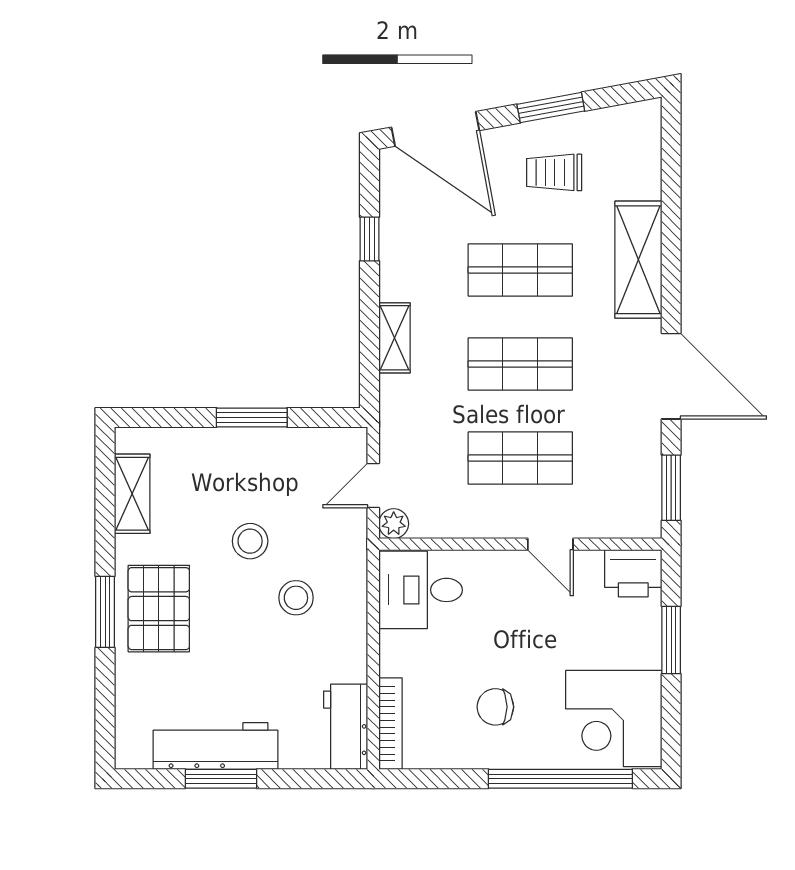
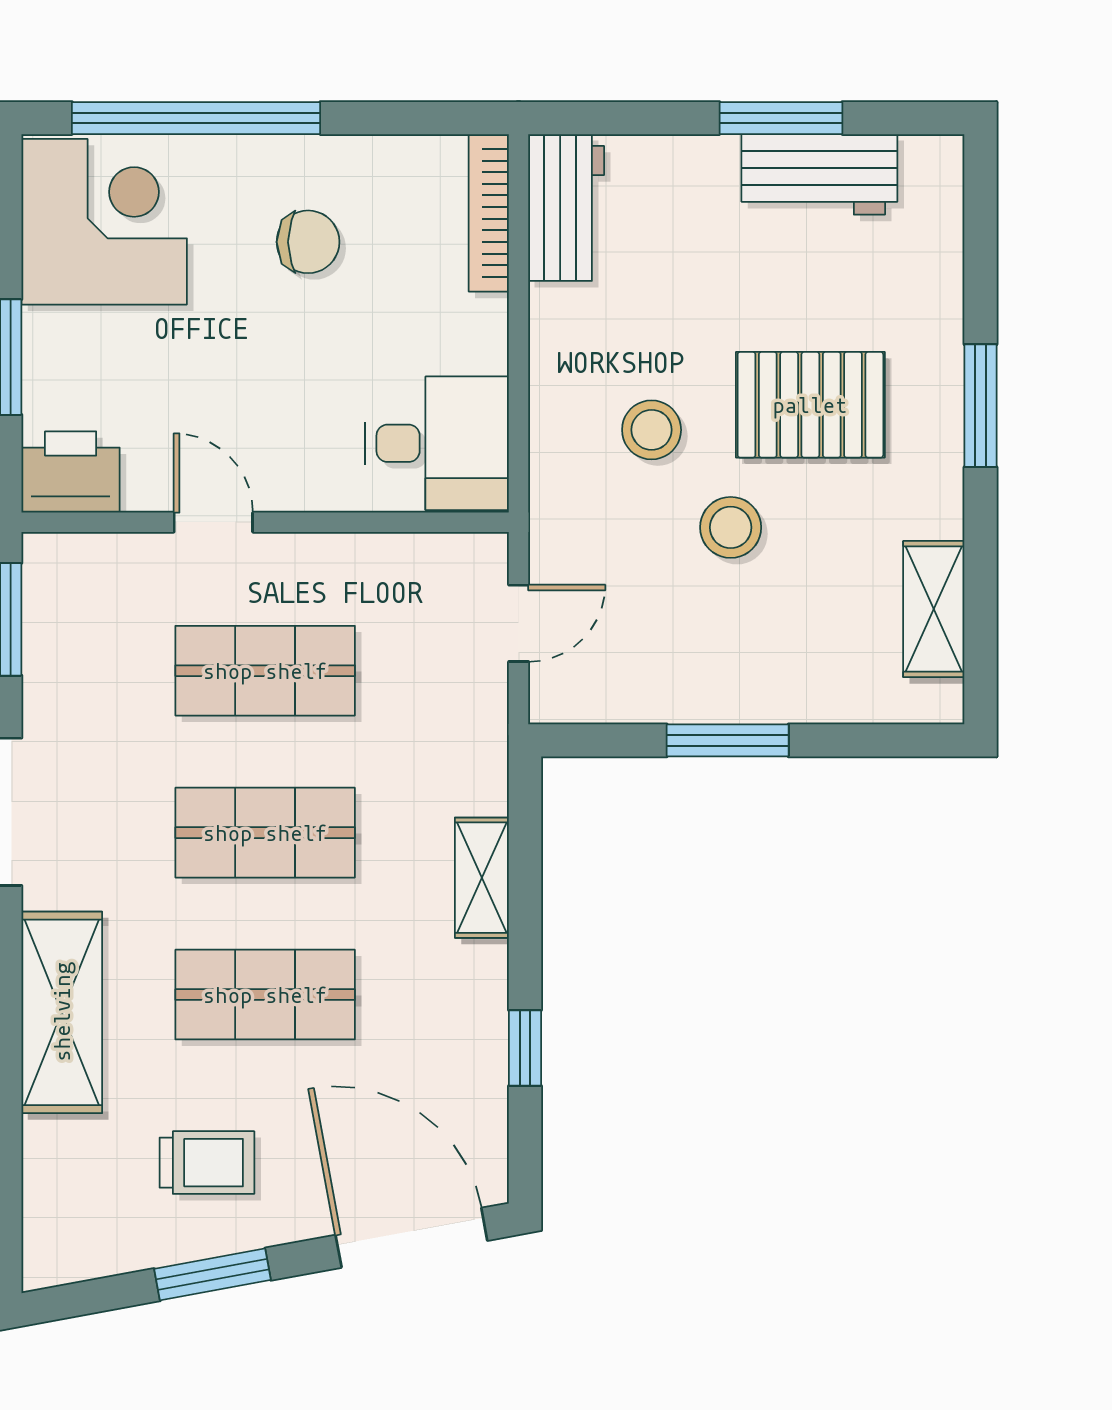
plant: (394, 524) -> (483, 558), removed
pallet: (159, 609) -> (810, 405), moved, turned 90
workbench: (216, 746) -> (819, 174), width x0.73

